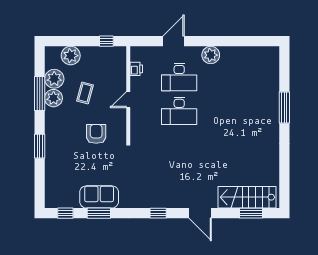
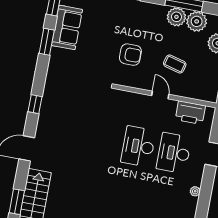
plant: (211, 55) -> (195, 191), width x0.53, depth x0.53
printer: (136, 69) -> (190, 113), width x1.87, depth x1.48
coffee table: (85, 93) -> (175, 64), moved
sofa: (99, 197) -> (67, 27), moved

